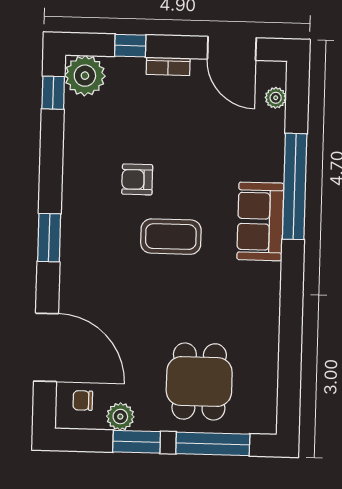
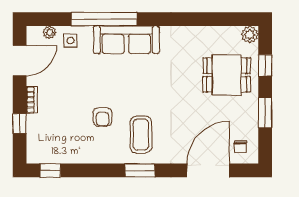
plant: (85, 76) -> (39, 151), removed
side table: (262, 131) -> (71, 40), added
sofa: (260, 221) -> (126, 40), width x1.36
coffee table: (171, 237) -> (141, 135), moved
plant: (120, 417) -> (250, 35), moved
window: (213, 444) -> (265, 65), width x0.46

